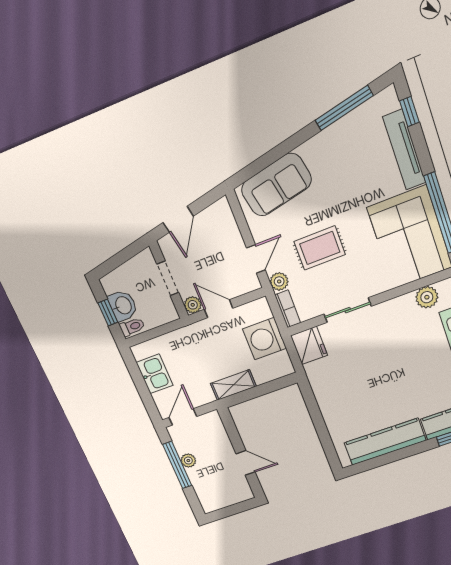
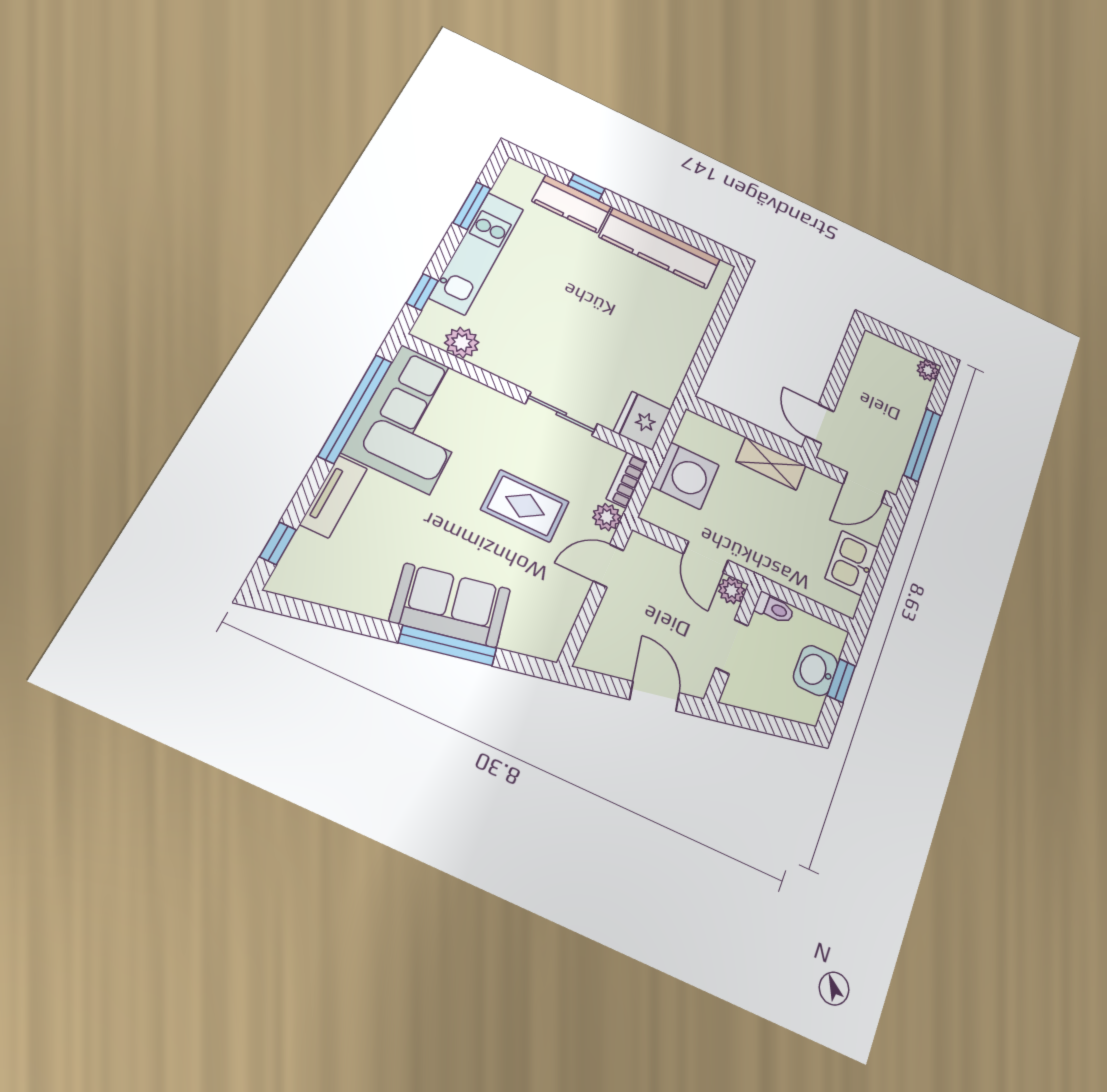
window: (344, 108) -> (447, 646), moved
tv unit: (404, 150) -> (334, 496), width x0.71
sofa: (276, 185) -> (450, 605), moved
door: (178, 219) -> (655, 696), hinge flipped
toilet: (132, 327) -> (774, 608), moved, turned 180
plant: (188, 461) -> (928, 370), moved
door: (246, 463) -> (820, 424), moved

